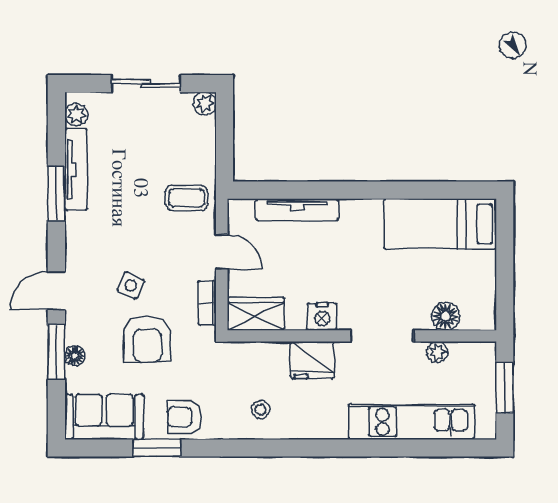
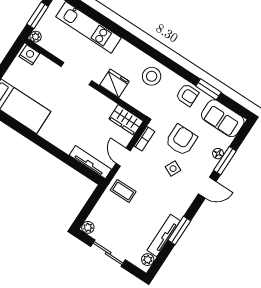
tv unit: (297, 210) -> (90, 162), moved
floor lamp: (446, 316) -> (43, 64), removed
nightstand: (322, 317) -> (29, 55), moved
plant: (437, 352) -> (36, 37), moved
stool: (261, 410) -> (152, 76), width x1.89, depth x1.89

